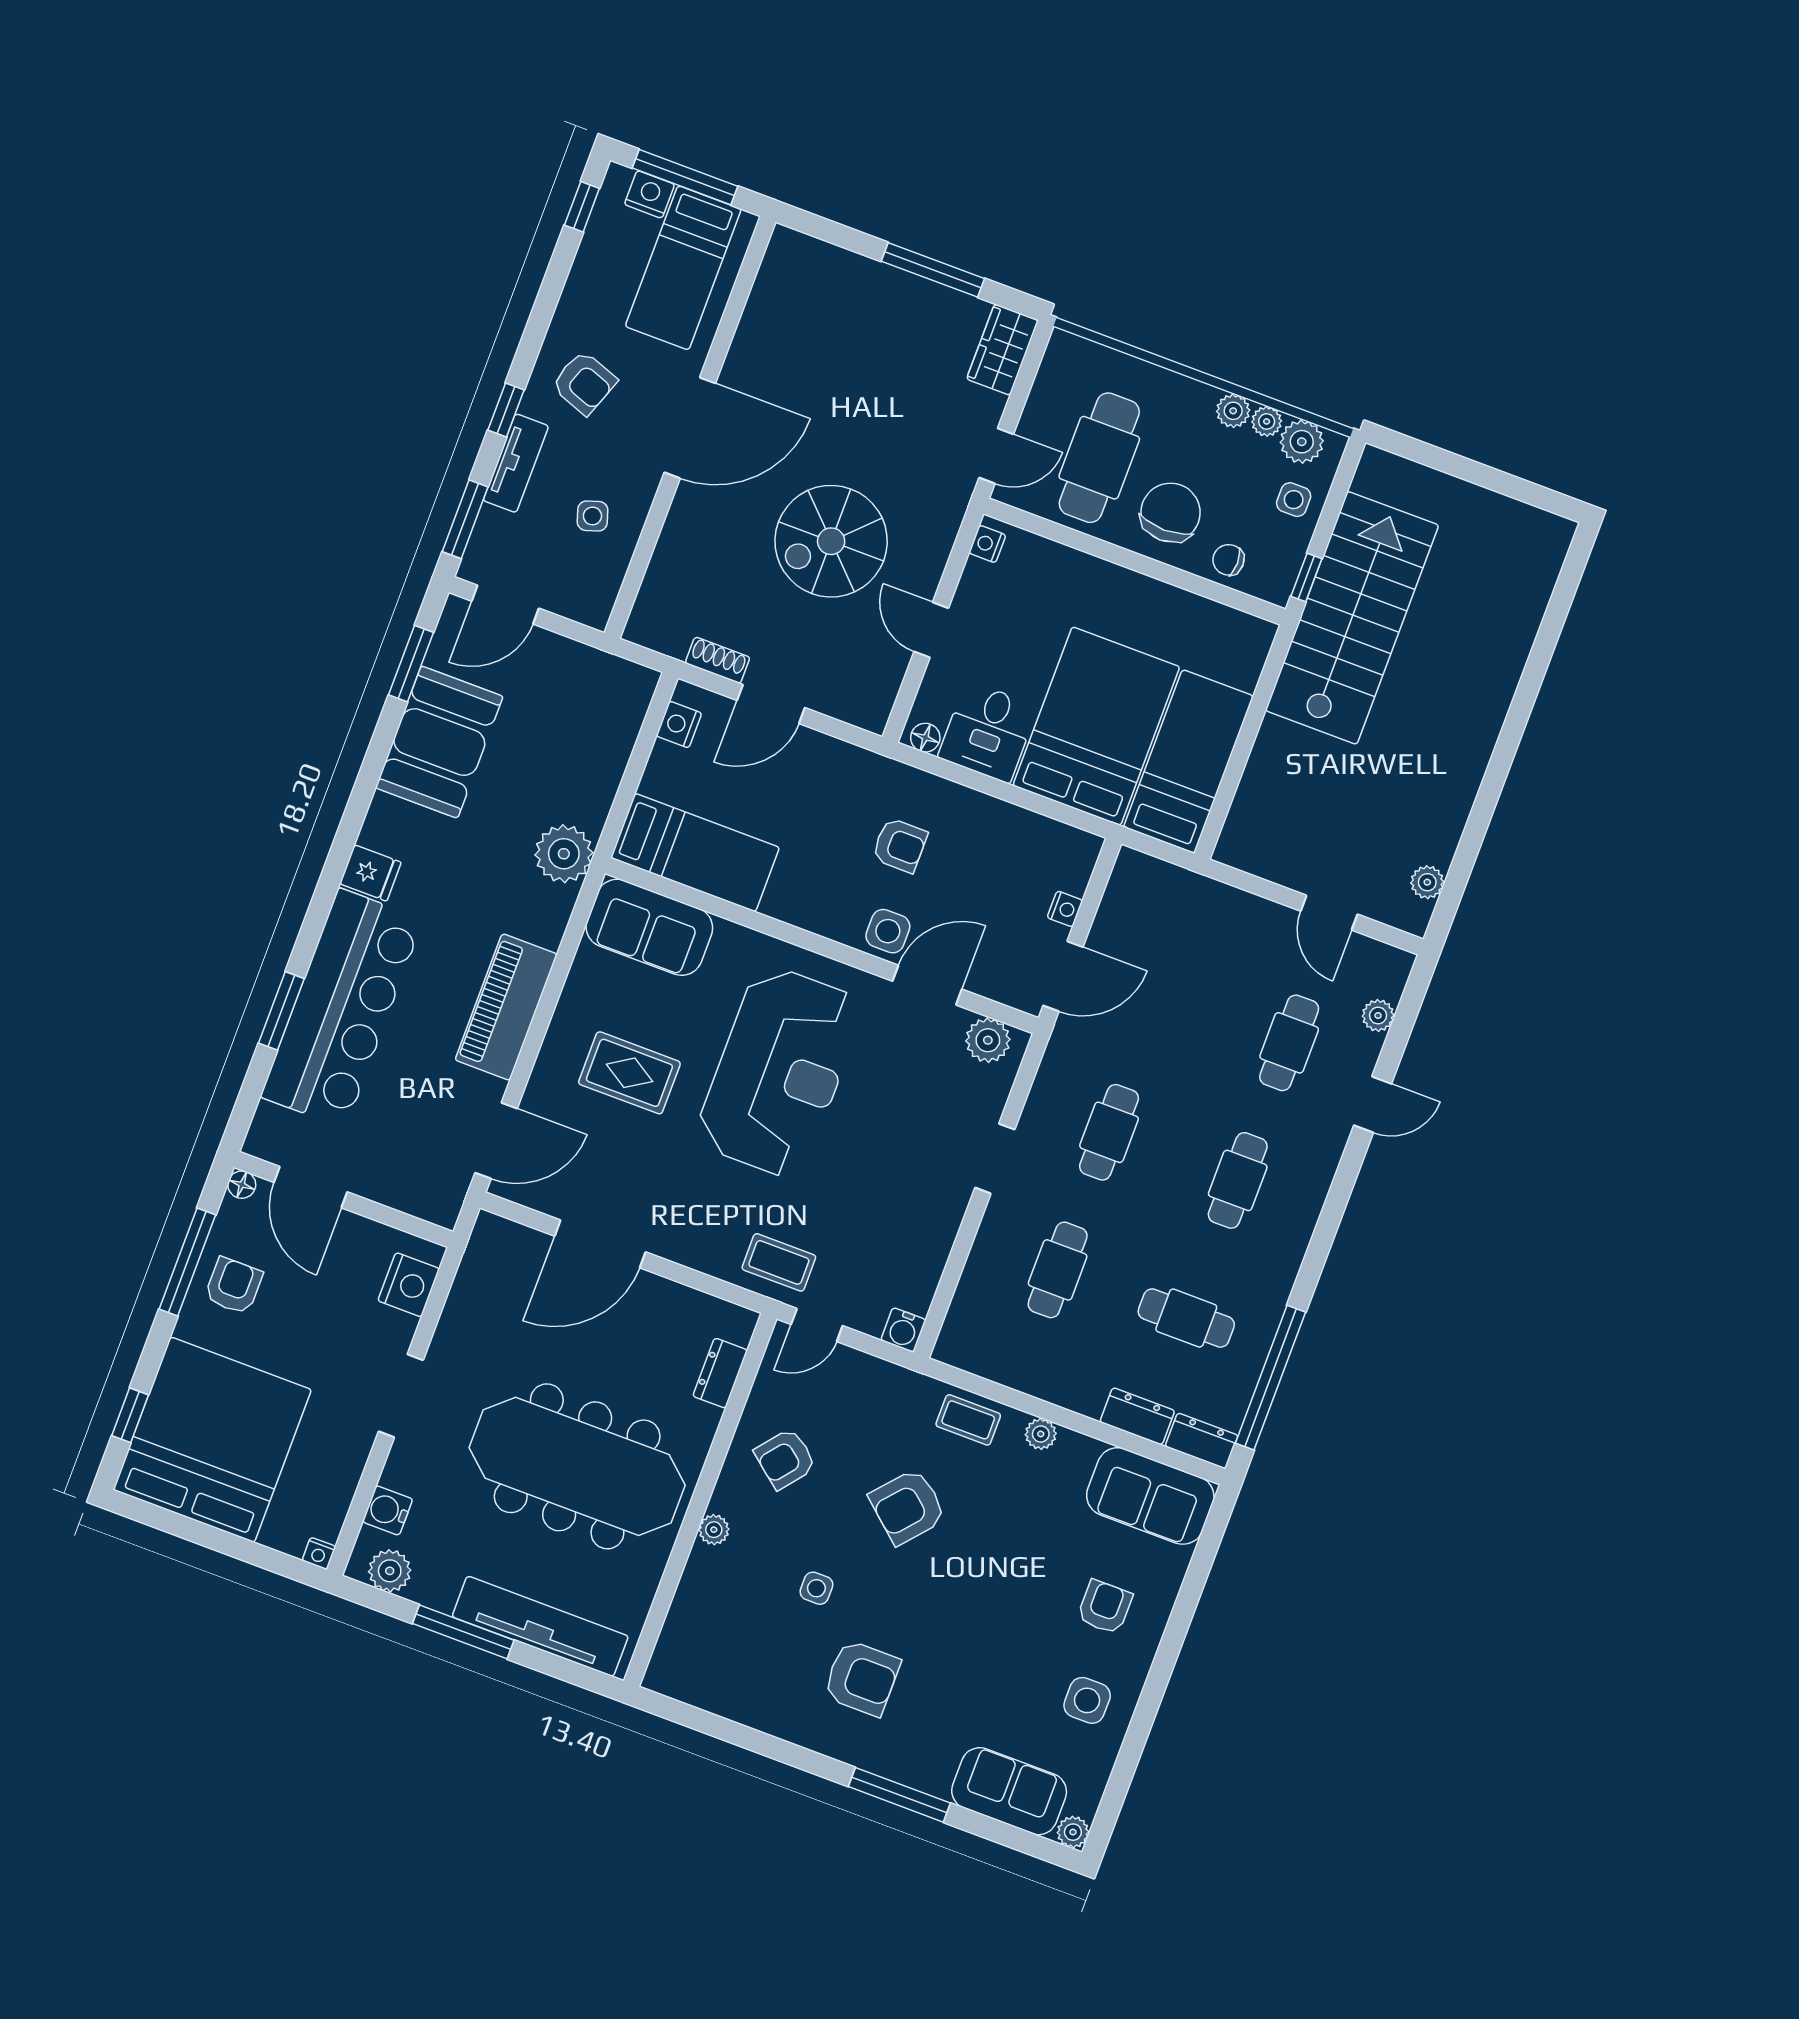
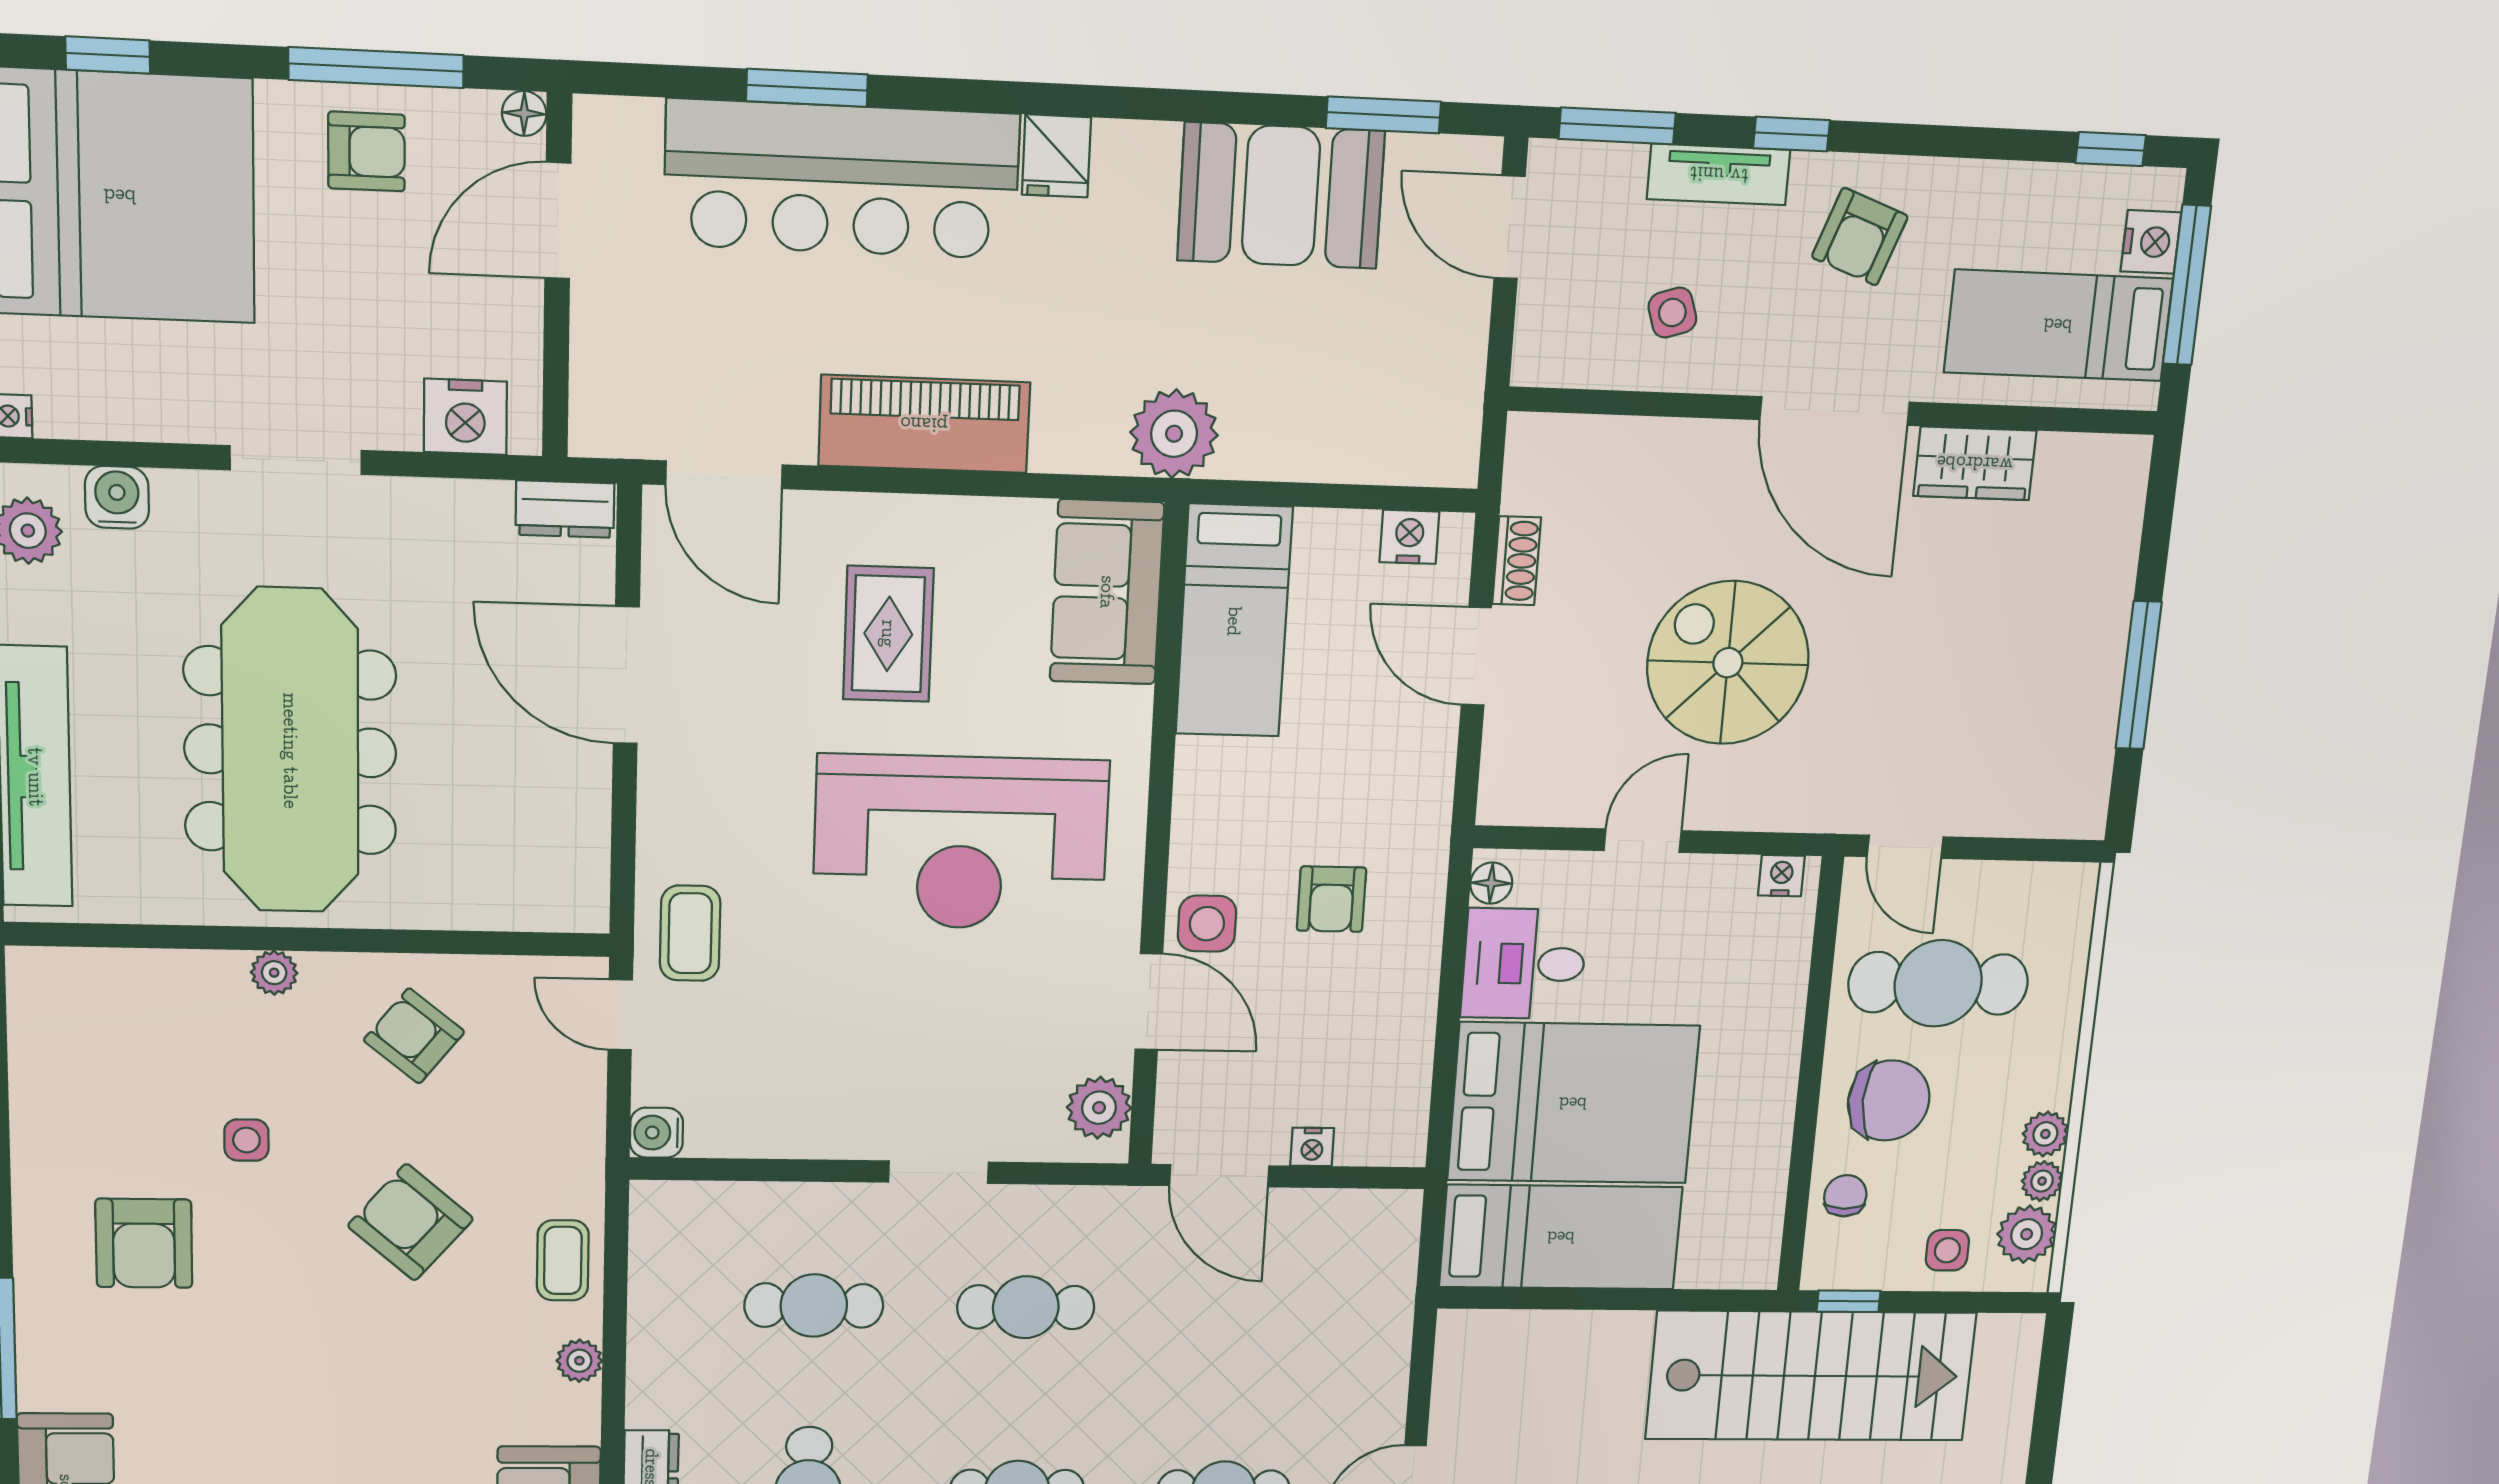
wardrobe: (1002, 350) -> (1975, 463), moved, turned 180
dresser: (720, 1373) -> (565, 509), moved, turned 180

